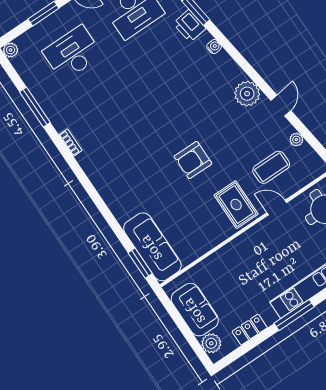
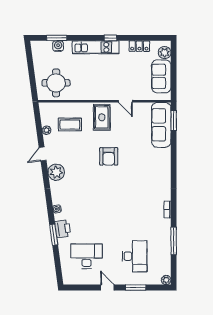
desk: (72, 53) -> (135, 256), turned -90
armchair: (193, 160) -> (109, 156), turned 90
door: (277, 208) -> (125, 101), moved
window: (294, 315) -> (110, 38), width x0.46

